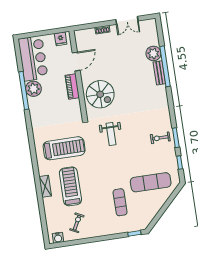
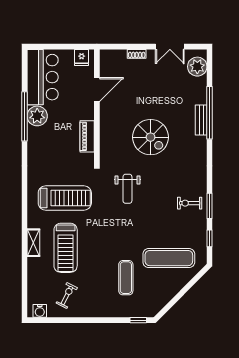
plant: (153, 53) -> (197, 67), moved
piano: (72, 86) -> (87, 136), moved
spiral stairs: (100, 94) -> (151, 137), moved
treadmill: (70, 186) -> (66, 248), turned 180

